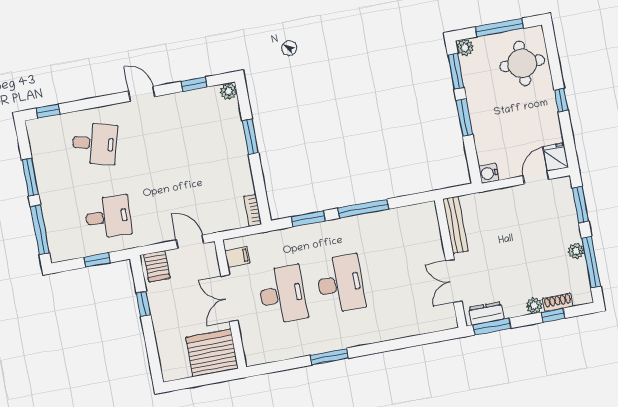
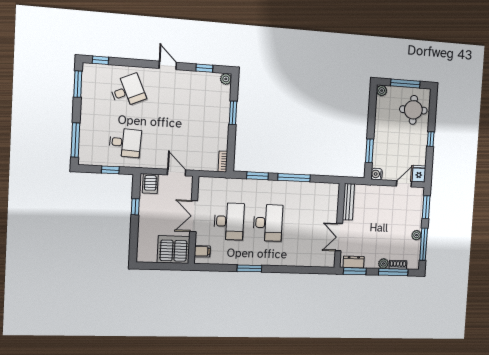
window: (456, 71) -> (372, 104), removed
window: (465, 118) -> (369, 151), moved
desk: (95, 144) -> (128, 91), turned -39
window: (30, 177) -> (78, 84), moved
filing cabinet: (237, 257) -> (202, 251), moved
window: (553, 315) -> (393, 272), width x2.17

